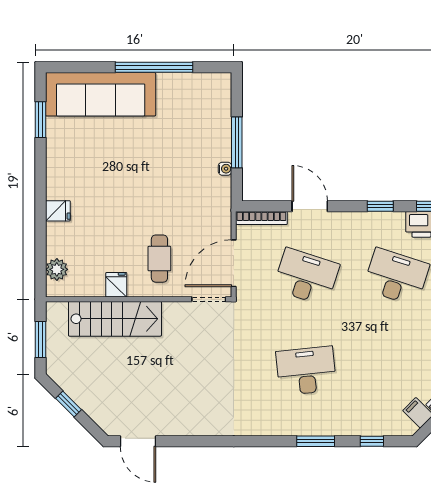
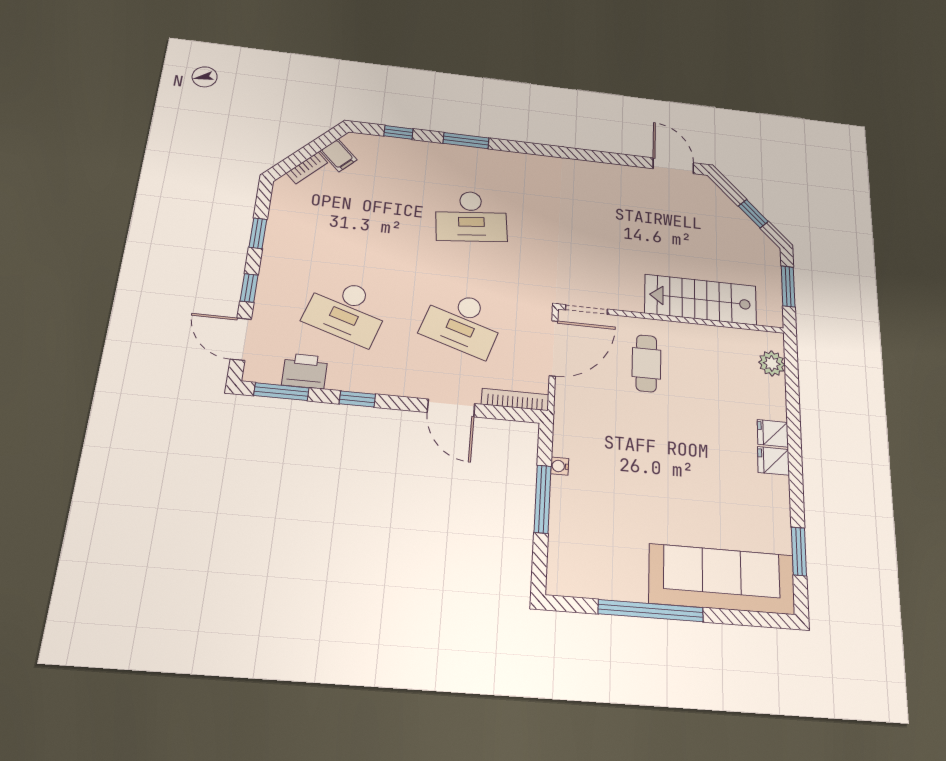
fridge: (116, 285) -> (773, 461), moved, turned 90

